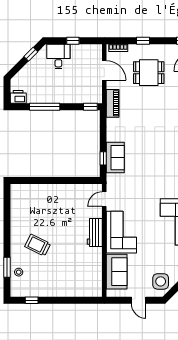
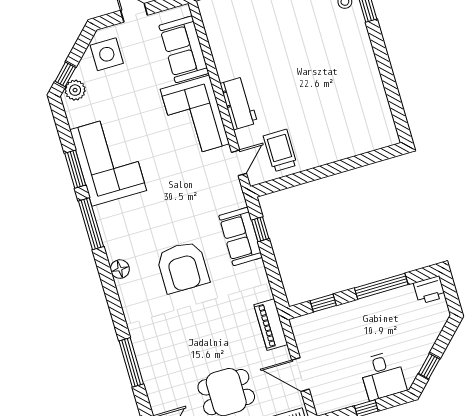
window: (90, 107) -> (323, 303), moved
armchair: (153, 150) -> (183, 267), added
trolley: (38, 245) -> (280, 150), moved, turned -116

